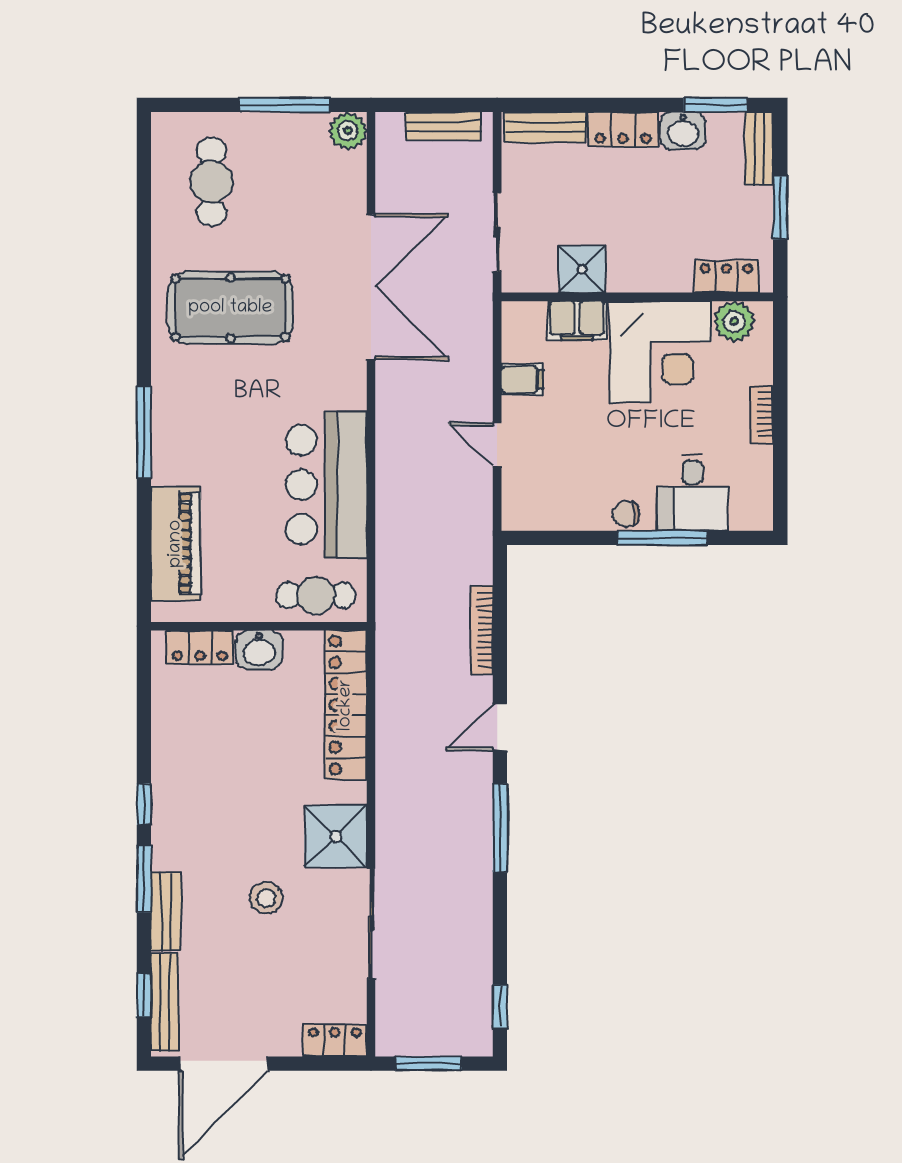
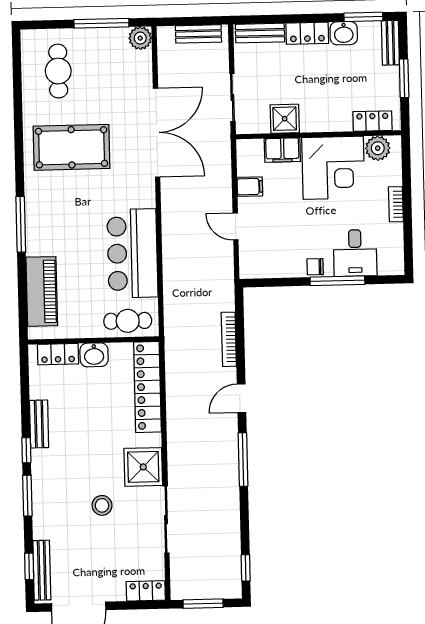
bench: (166, 911) -> (39, 424), moved

